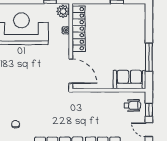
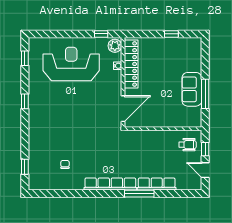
door: (71, 71) -> (123, 109), hinge flipped
sofa: (129, 80) -> (192, 89), moved, turned -90

